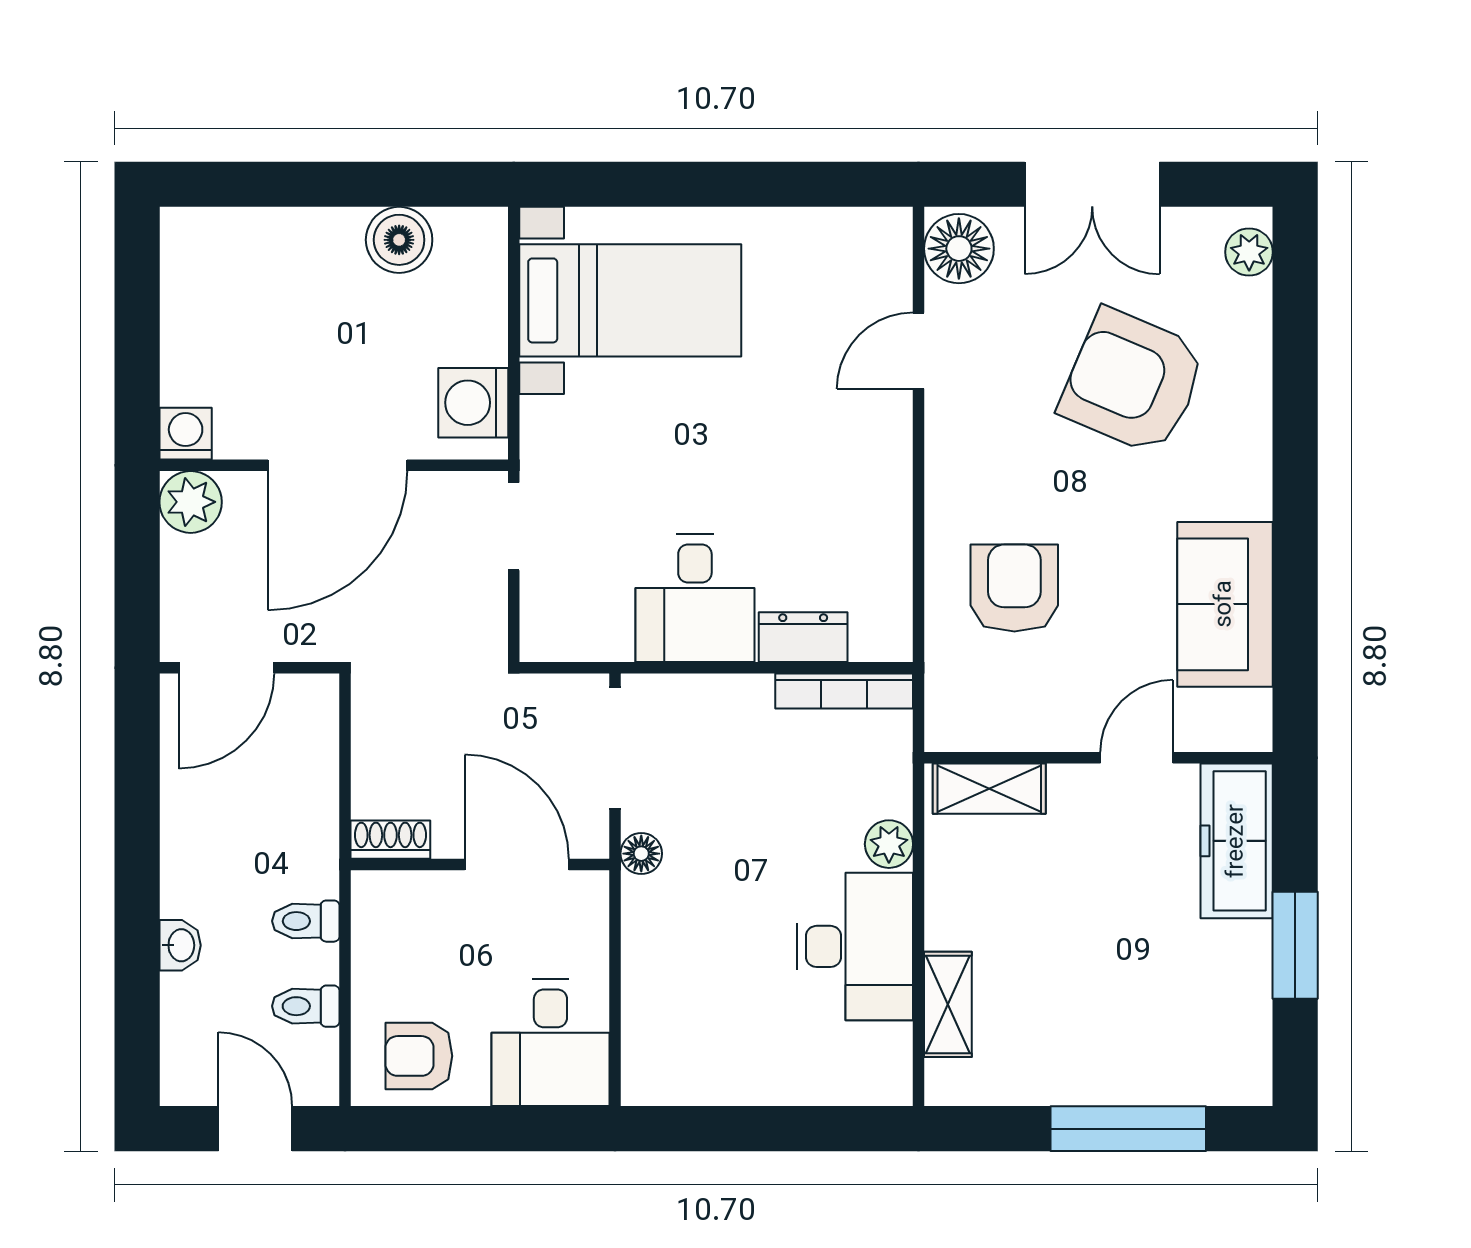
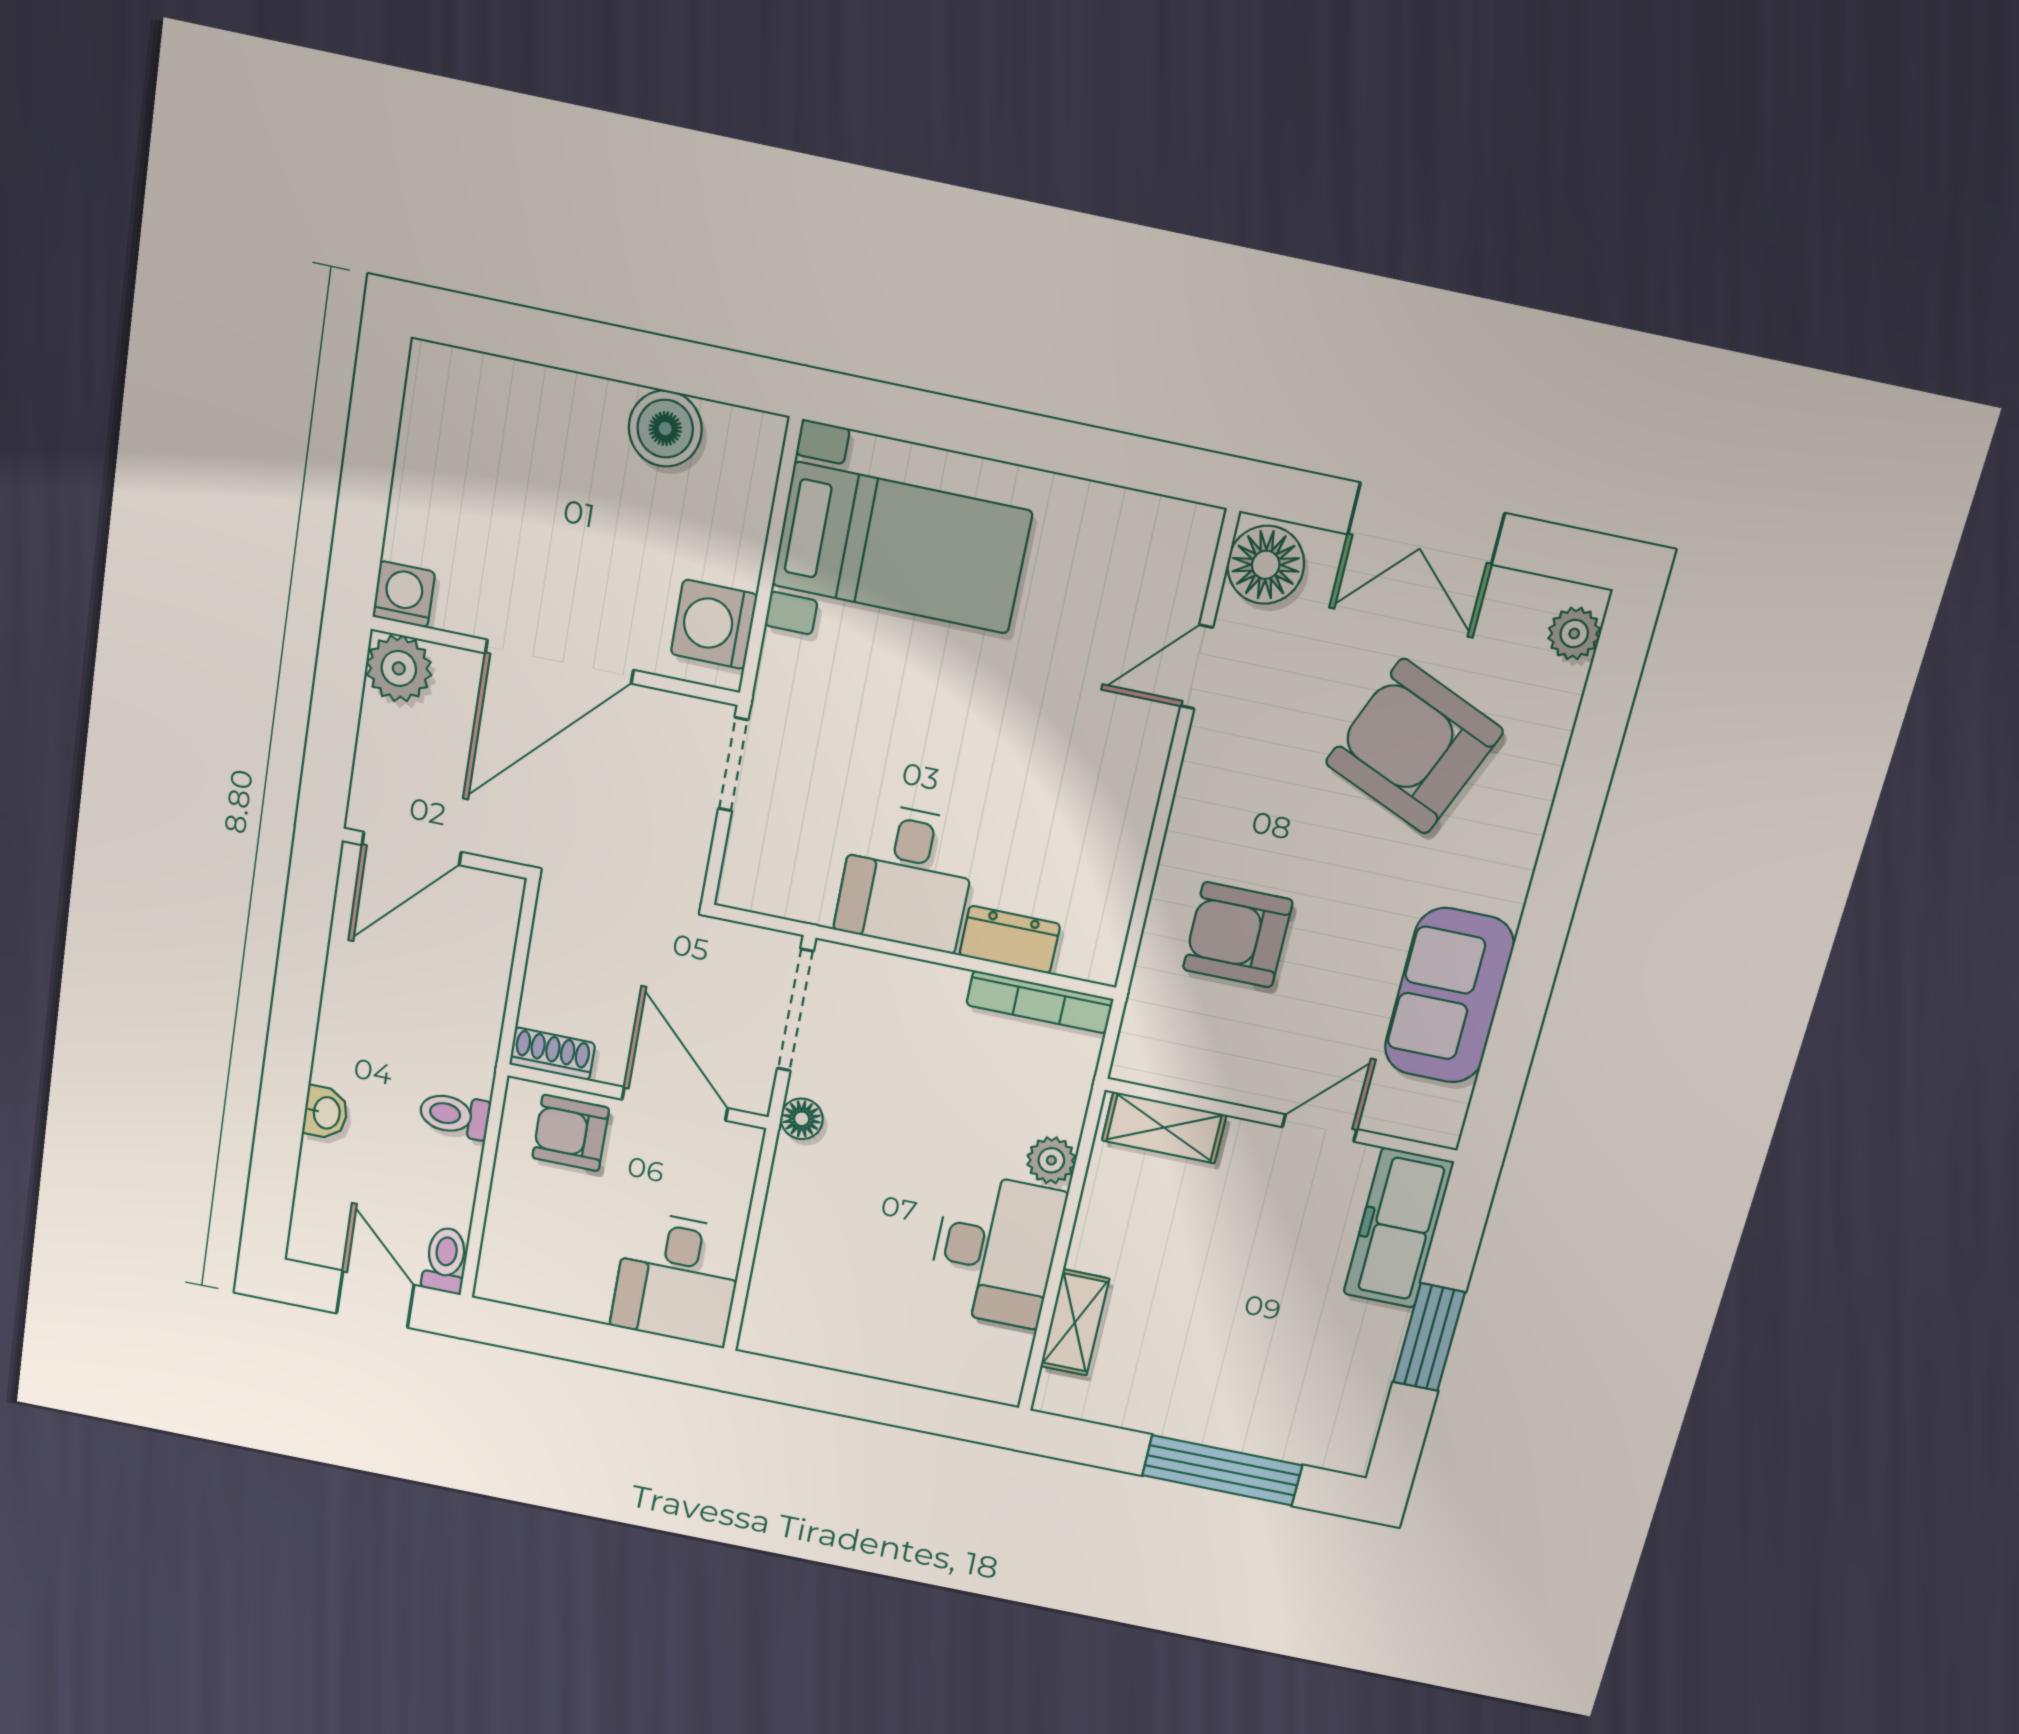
armchair: (1014, 588) -> (1238, 935), turned -90
toilet: (306, 1006) -> (445, 1260), moved, turned 90
armchair: (419, 1056) -> (571, 1133), moved

